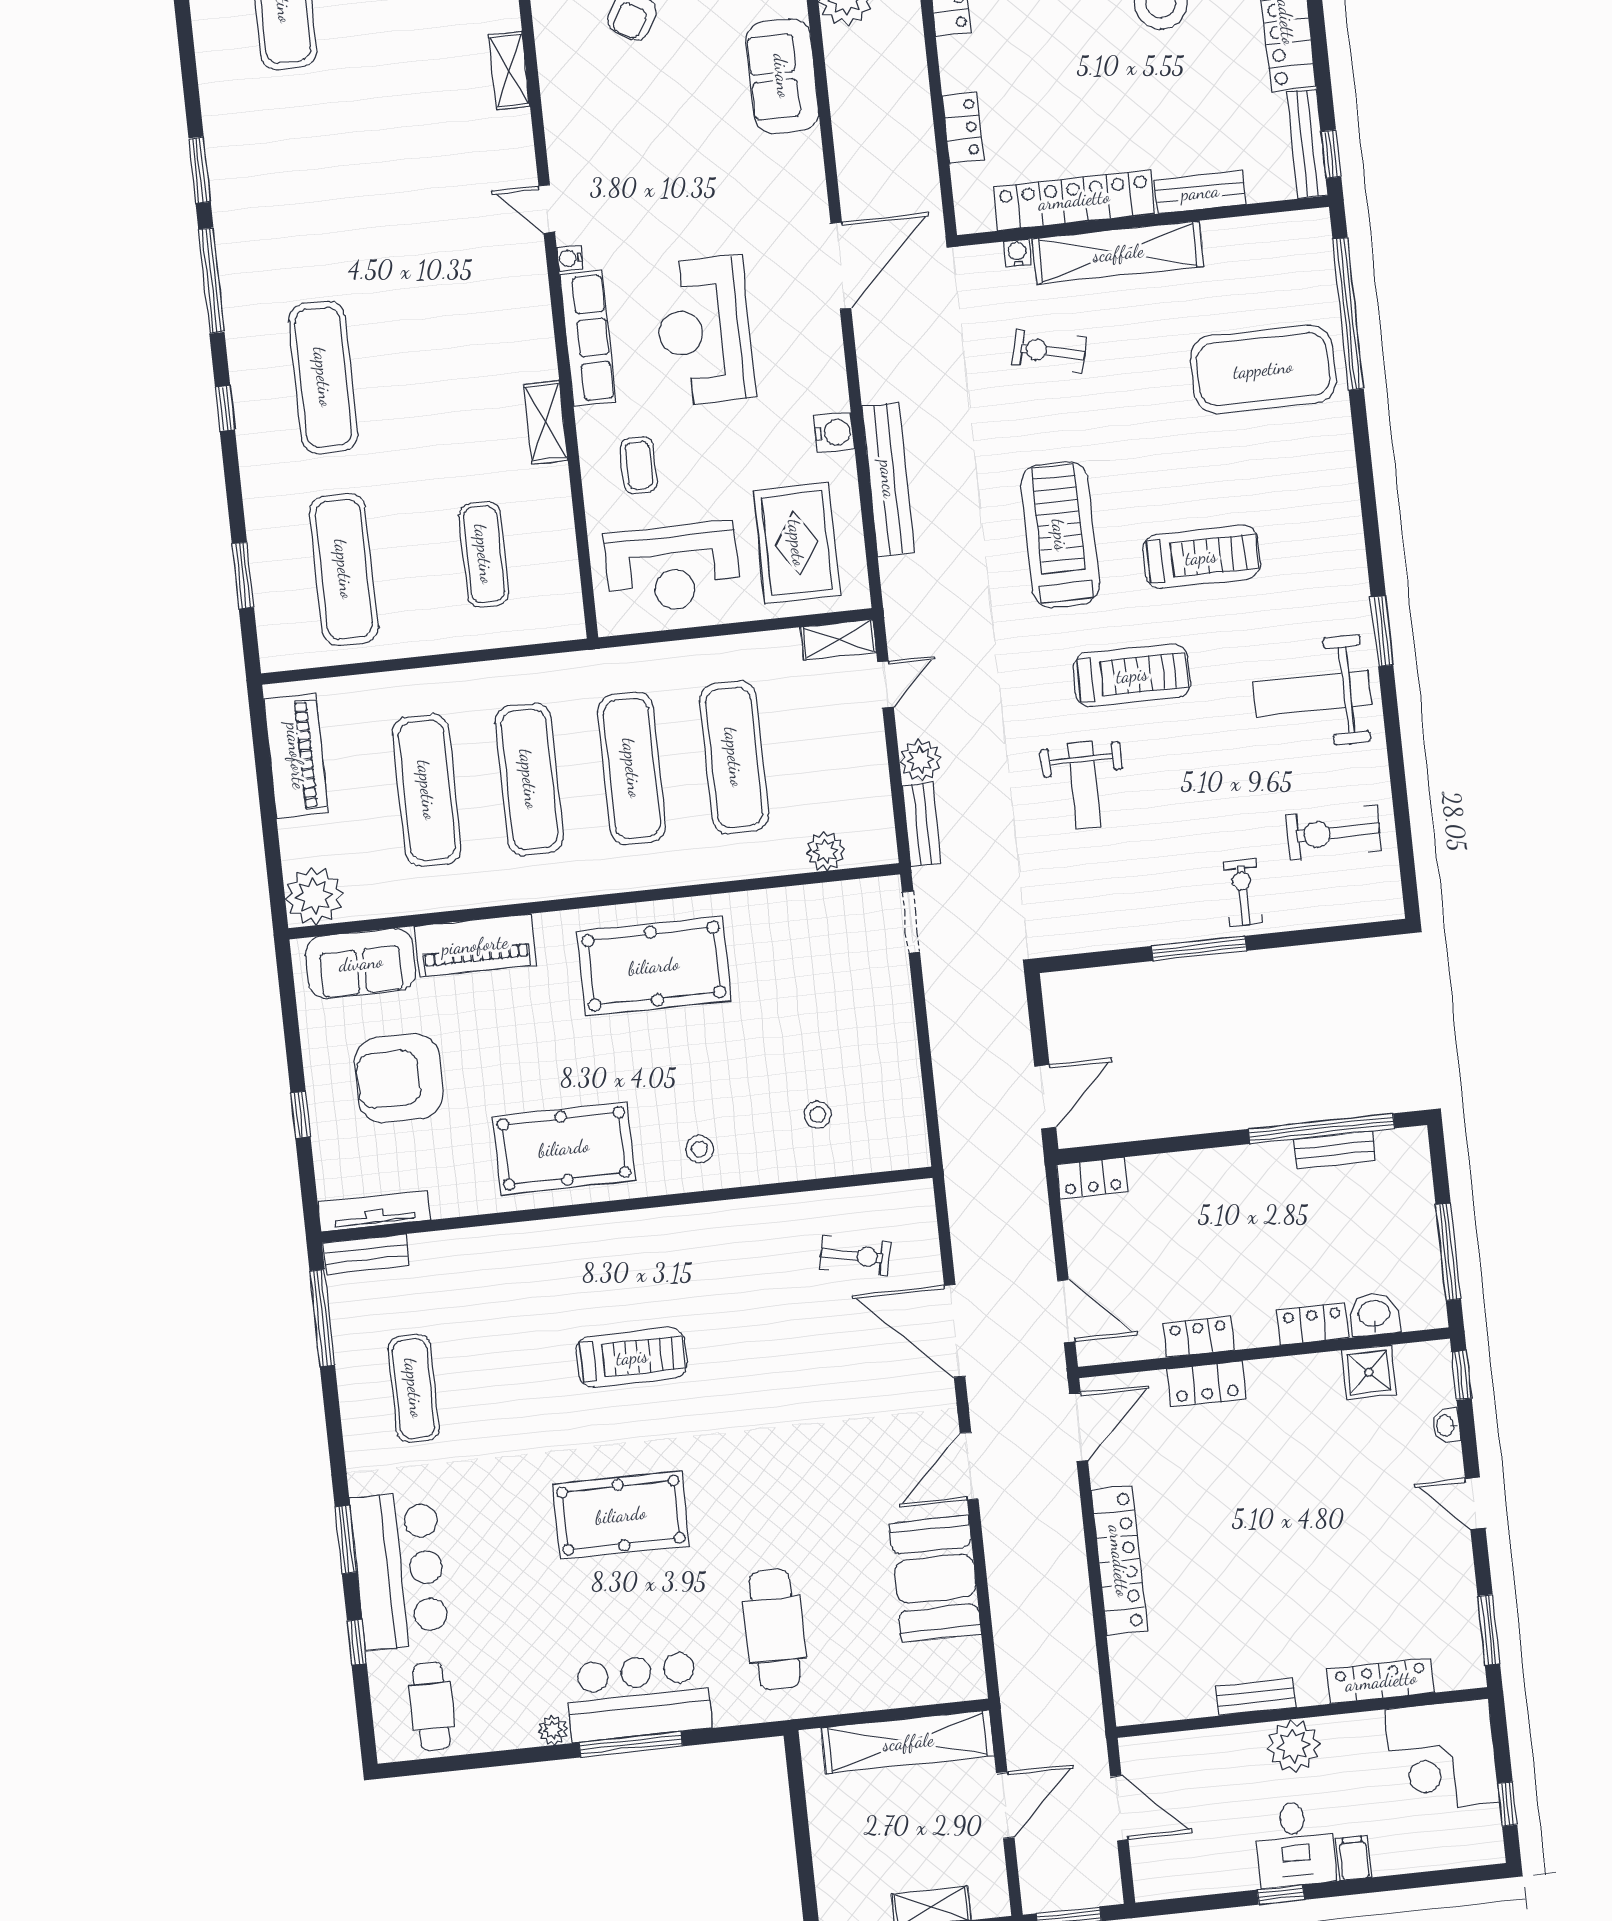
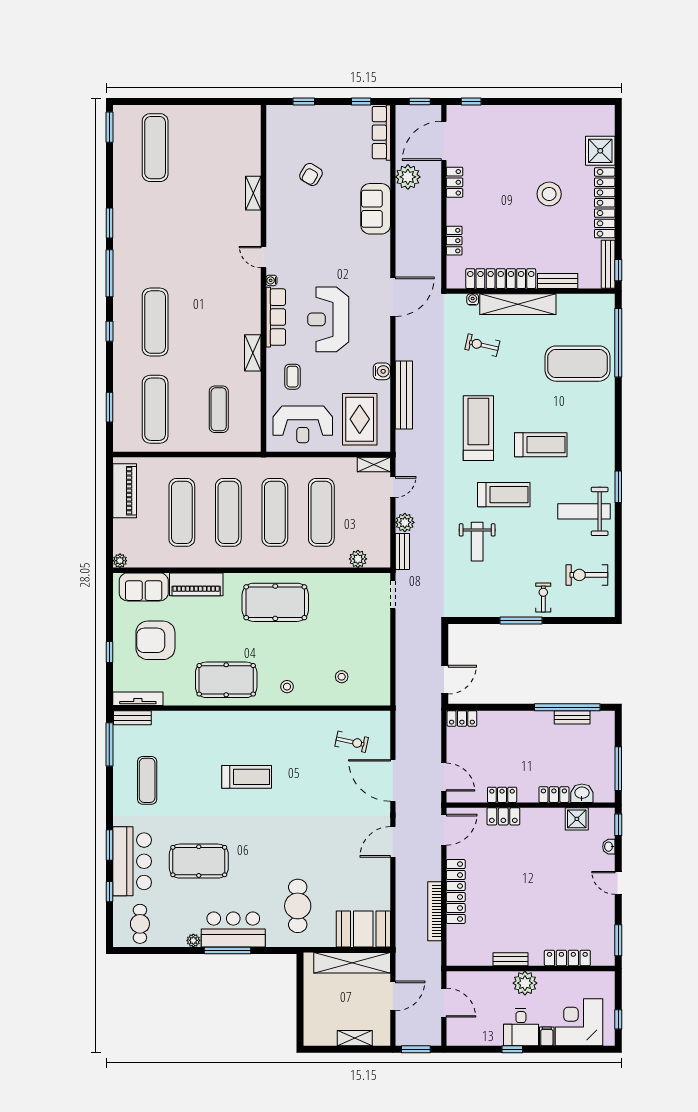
plant: (314, 896) -> (120, 561), width x0.53, depth x0.53
pool table: (621, 1515) -> (199, 861), moved
booth: (935, 1579) -> (363, 929), moved, turned 90
bookcase: (1077, 1609) -> (435, 911), added
corner desk: (1442, 1756) -> (579, 1022), moved, turned 90

